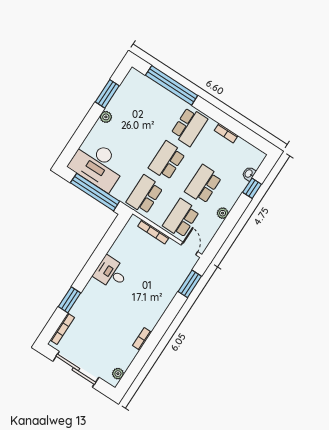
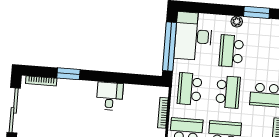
school desk: (131, 137) -> (231, 51), added
school desk: (167, 161) -> (228, 92), turned 90
school desk: (145, 195) -> (190, 89), turned -90

